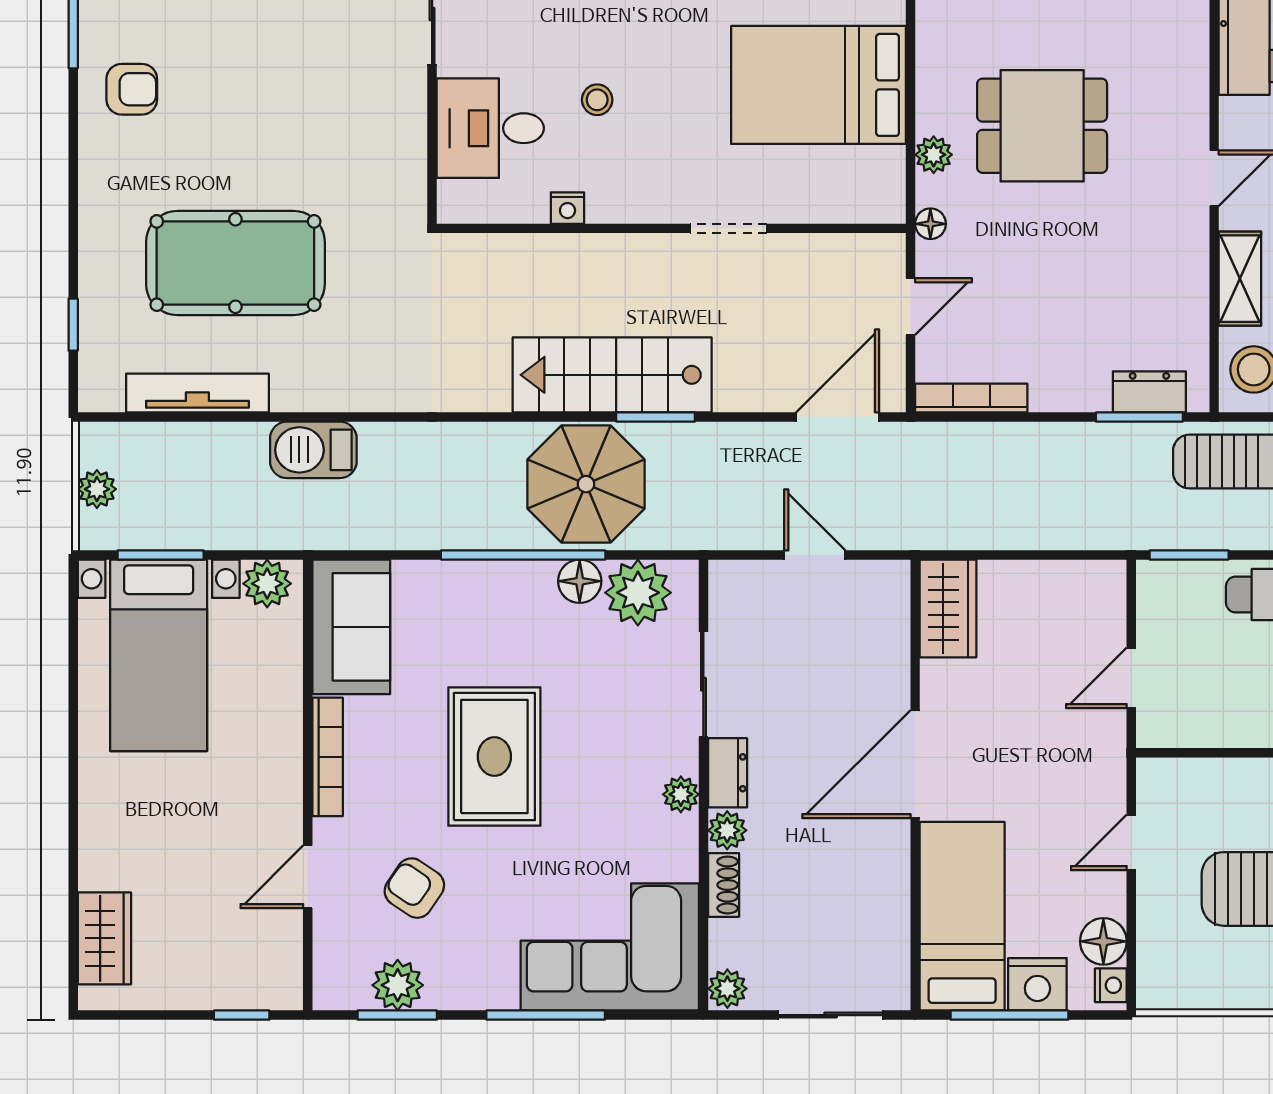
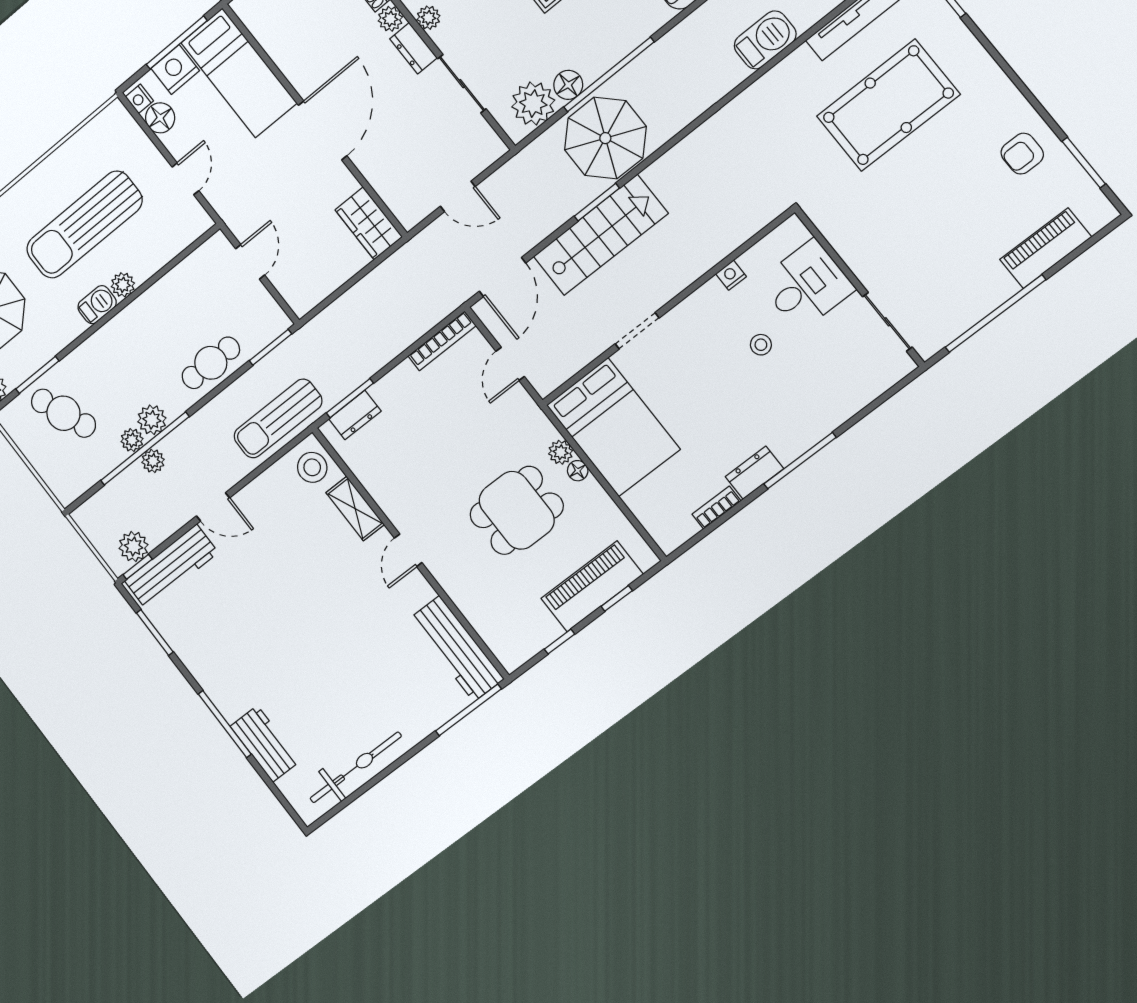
bed: (818, 85) -> (613, 427), moved, turned 90
floor lamp: (930, 224) -> (578, 471), moved
stairs: (612, 375) -> (601, 235), moved

